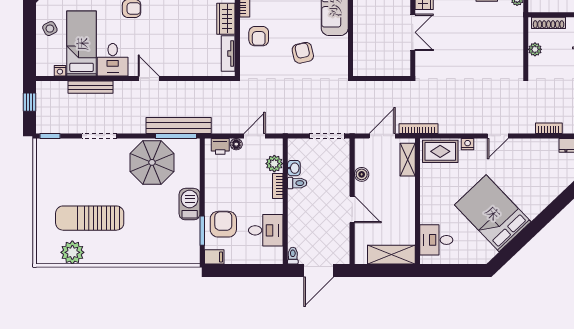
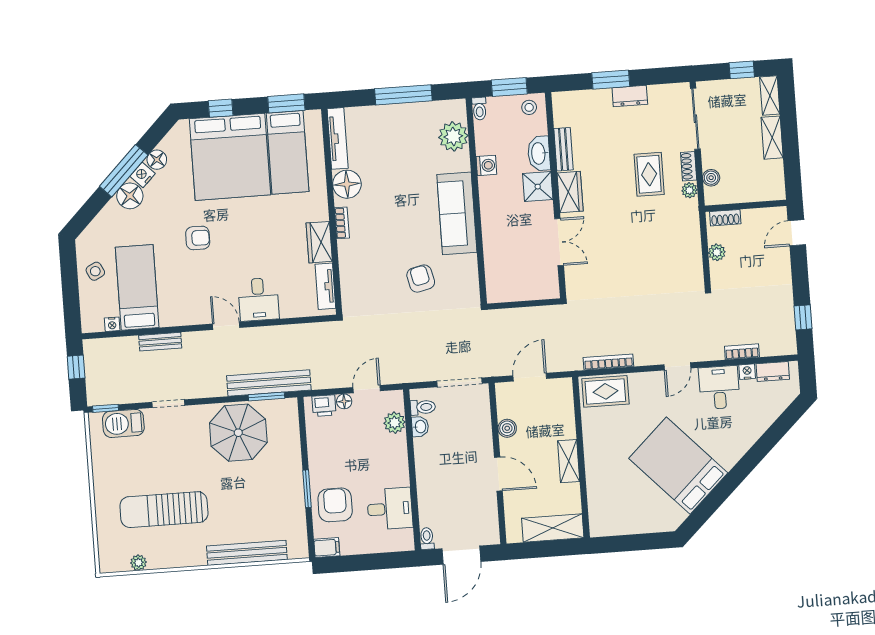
shoe rack: (549, 23) -> (725, 218), width x0.70
armchair: (259, 36) -> (363, 261), removed
desk: (113, 60) -> (258, 299), moved
bench: (90, 87) -> (160, 342), width x0.73
bookcase: (419, 129) -> (608, 362), moved
doorway: (99, 136) -> (168, 404), width x0.73
window: (176, 136) -> (266, 397), width x0.69
nightstand: (468, 144) -> (747, 372), moved
shelving: (408, 160) -> (569, 461), moved
toilet: (297, 183) -> (423, 407), moved
bookcase: (278, 186) -> (401, 451), removed
barbecue: (190, 204) -> (123, 423), moved, turned -90
window: (202, 231) -> (307, 489), moved
desk: (436, 240) -> (719, 387), moved, turned 90
plant: (72, 252) -> (138, 563), width x0.53, depth x0.53
bench: (152, 256) -> (247, 553), added

